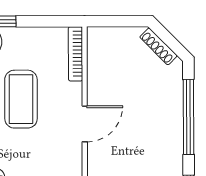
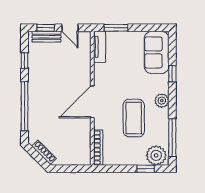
door: (85, 124) -> (92, 102), width x1.36

